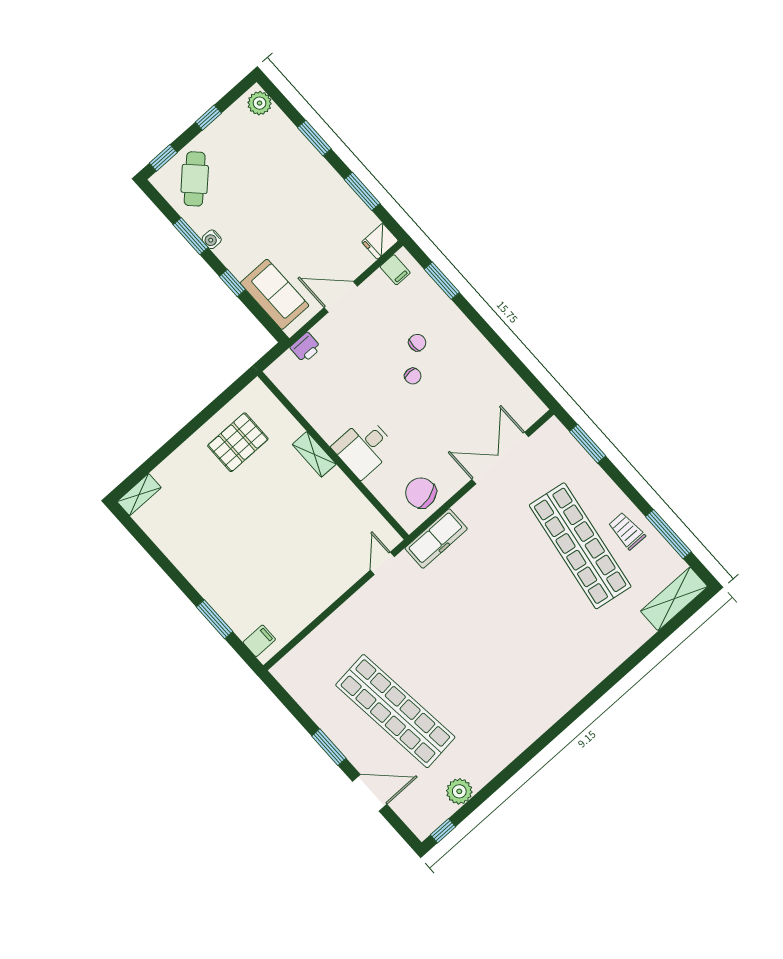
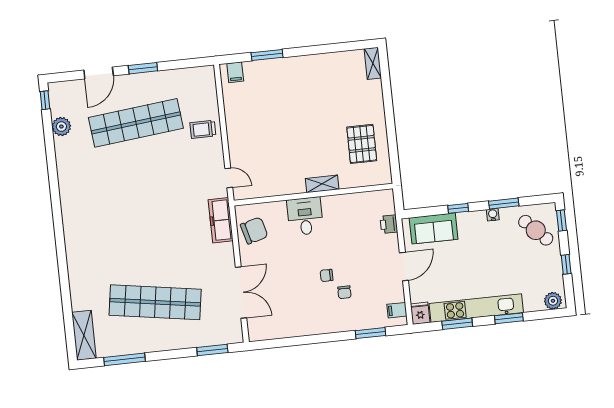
kitchen unit: (329, 183) -> (476, 308), added
trolley: (627, 531) -> (203, 129), moved, turned 180

